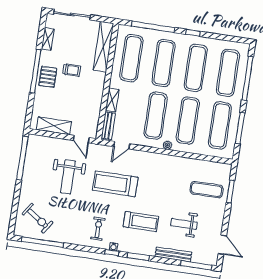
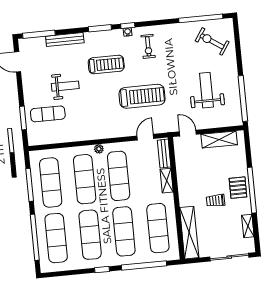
weight bench: (68, 177) -> (206, 90), moved
treadmill: (141, 222) -> (106, 65), turned 180
weight bench: (184, 224) -> (65, 86), moved

